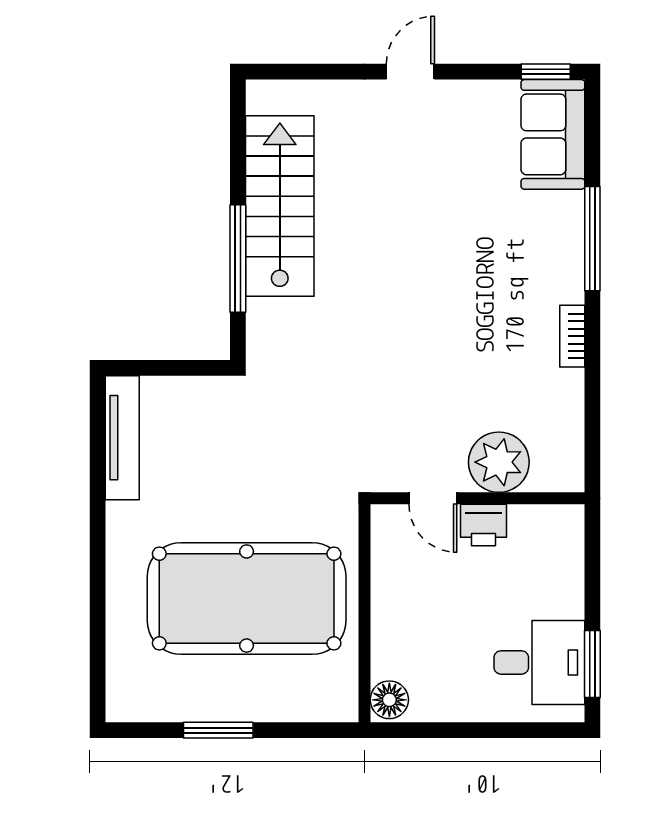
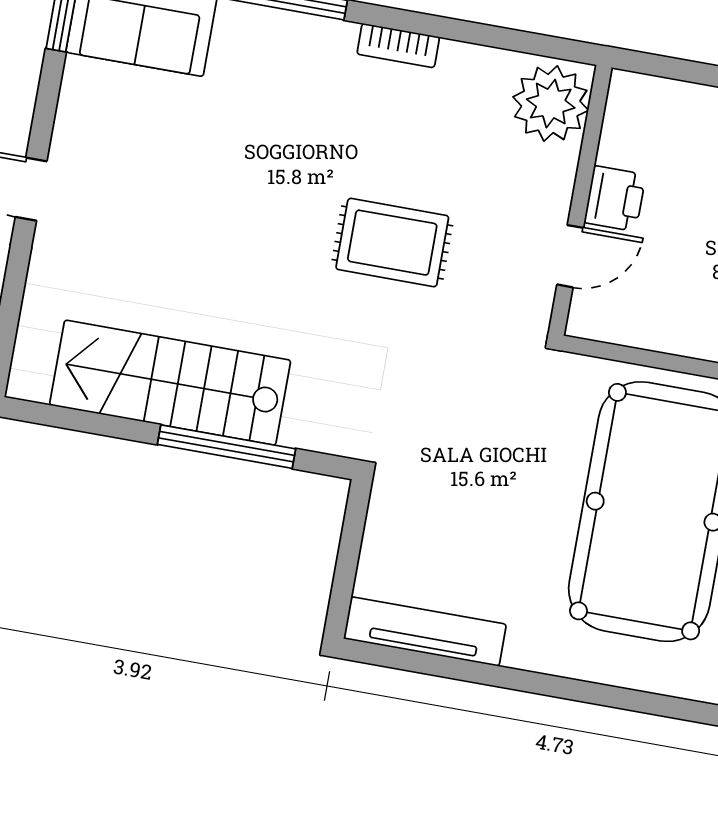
rug: (419, 359) -> (392, 243), added
plant: (499, 462) -> (551, 104), moved

